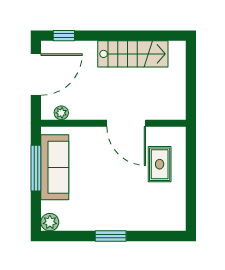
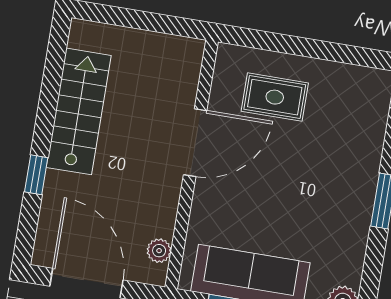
window: (64, 36) -> (36, 175), moved

